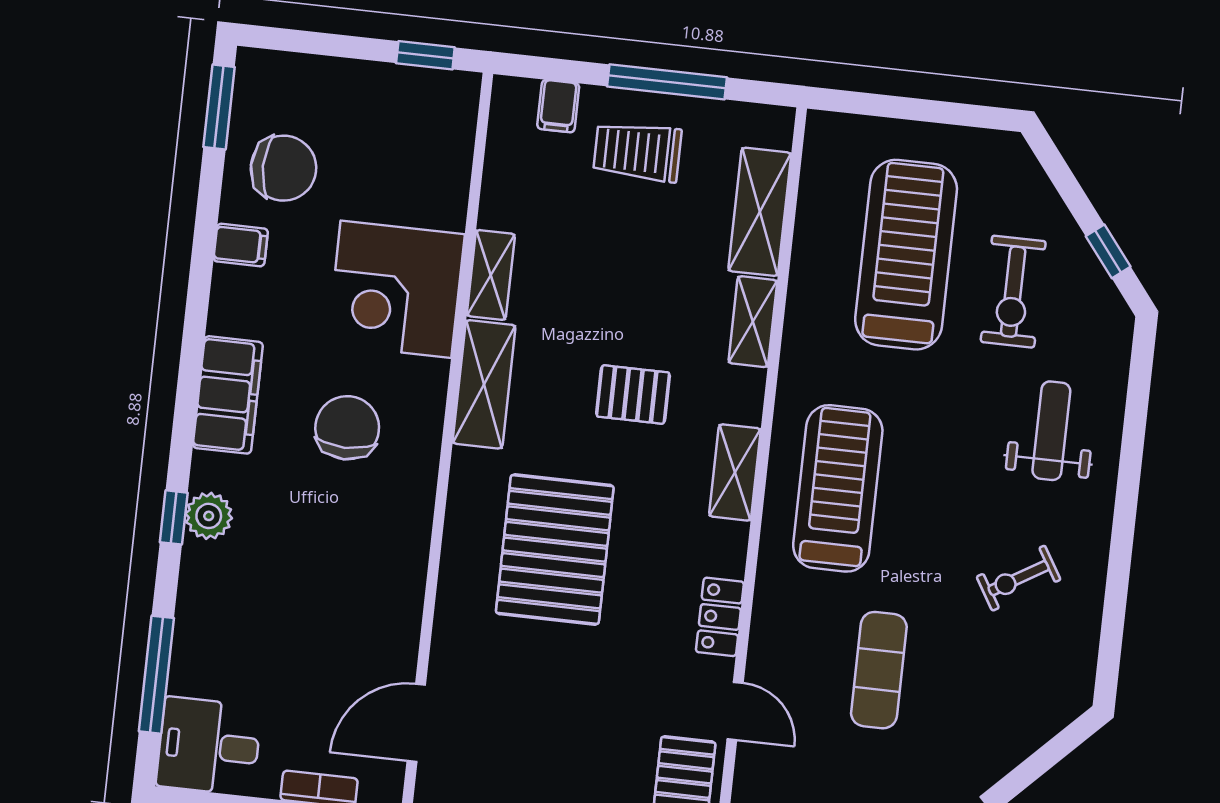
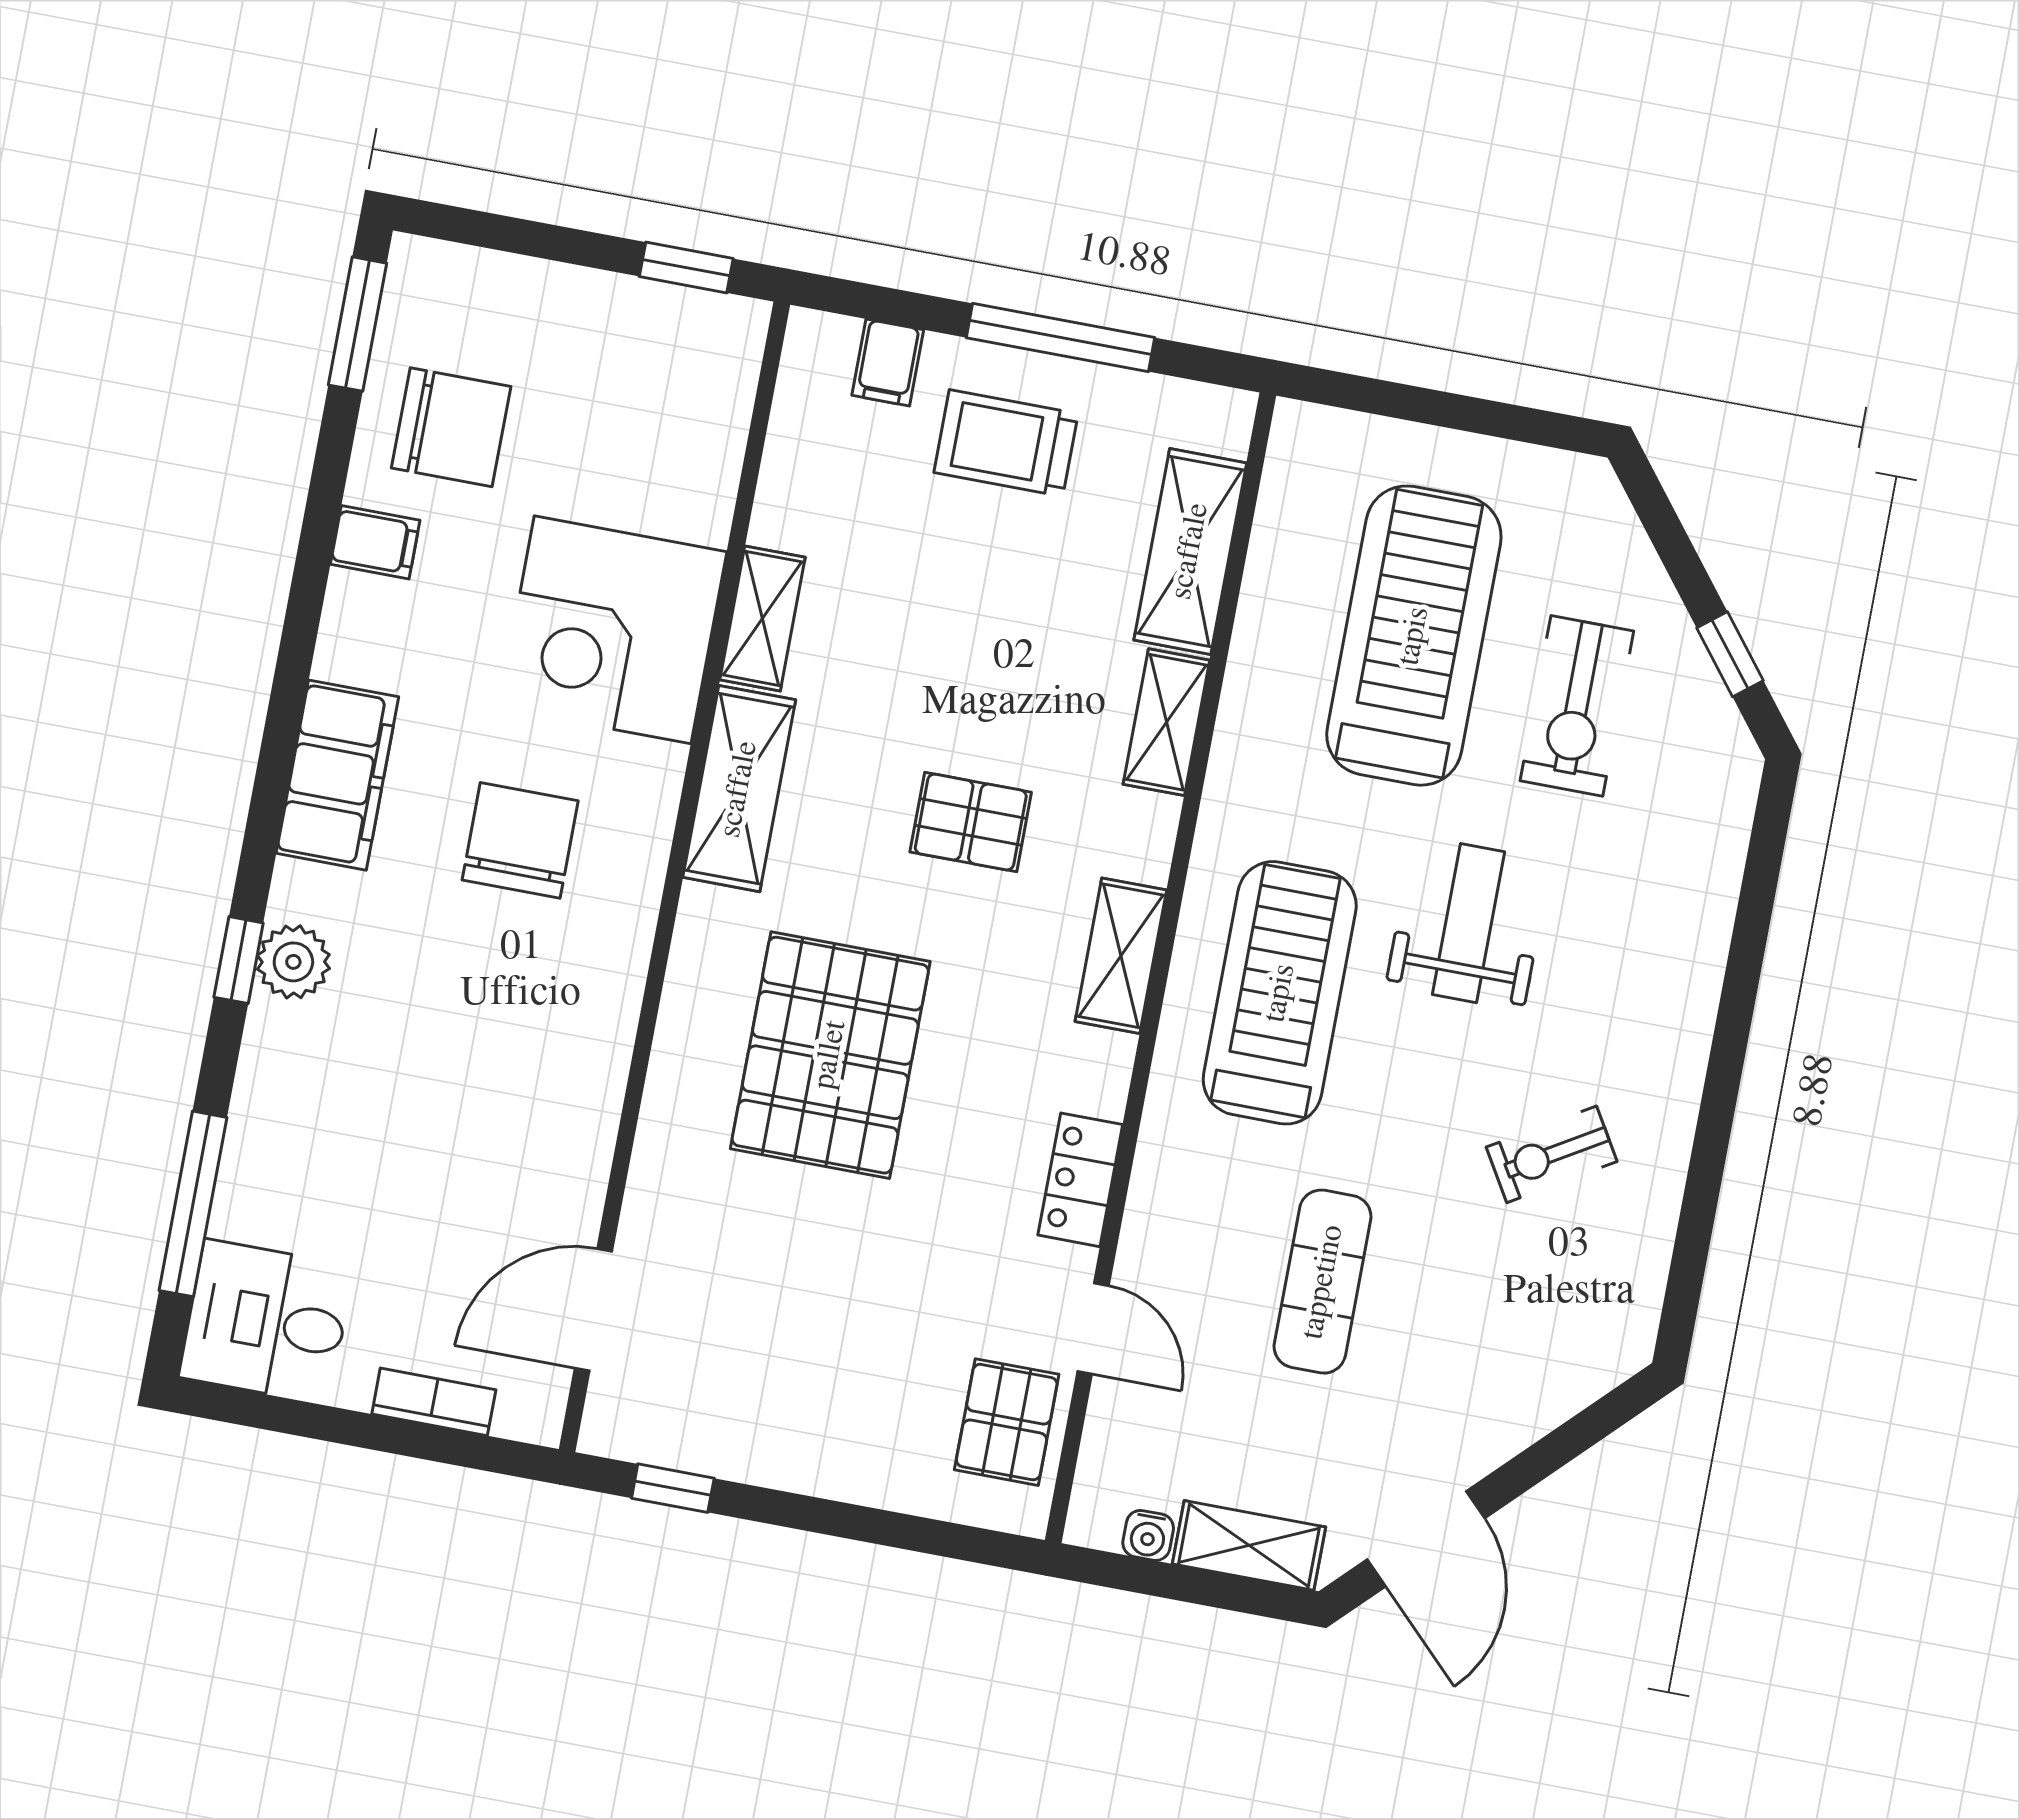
weight bench: (1051, 431) -> (1468, 923), moved

